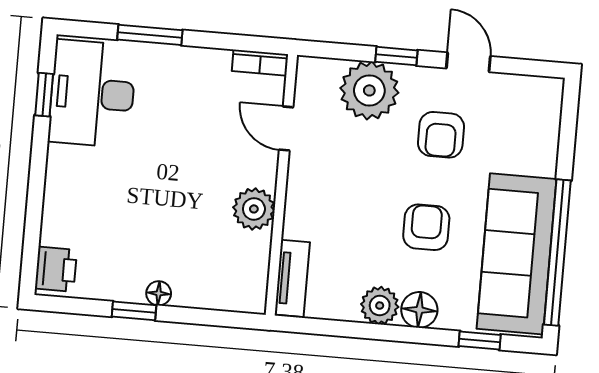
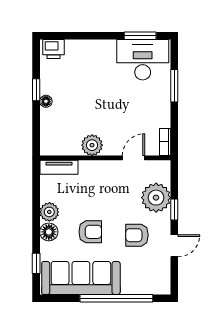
window: (44, 95) -> (140, 36), width x1.50
window: (557, 253) -> (116, 298), moved

